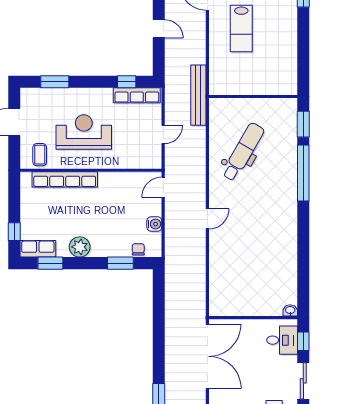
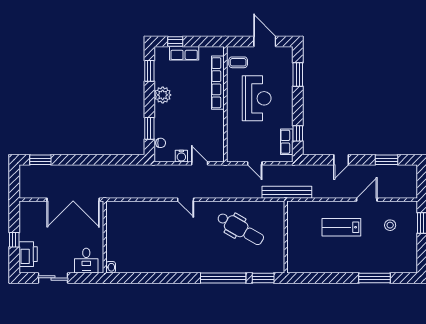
row of seats: (137, 95) -> (287, 142), width x0.68
door: (163, 187) -> (200, 163), moved
row of seats: (38, 249) -> (184, 53), moved, turned 90
window: (303, 341) -> (85, 278), removed

